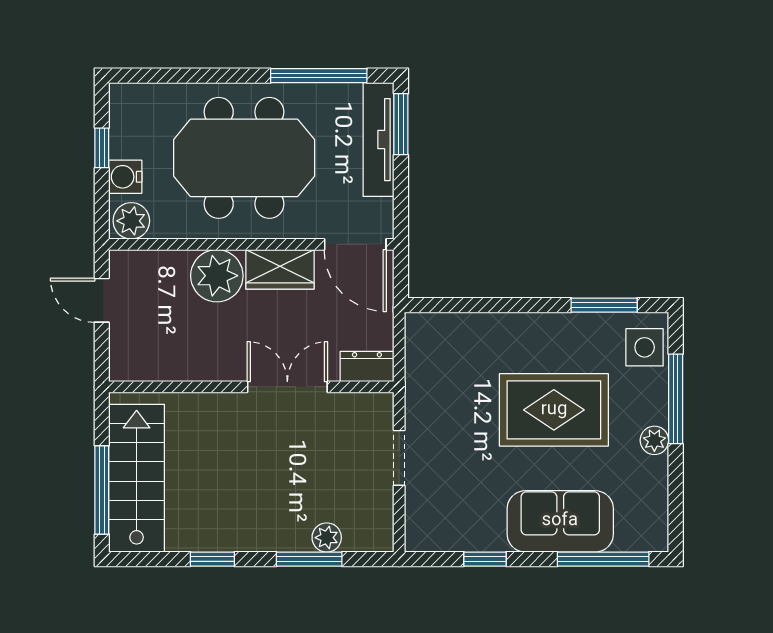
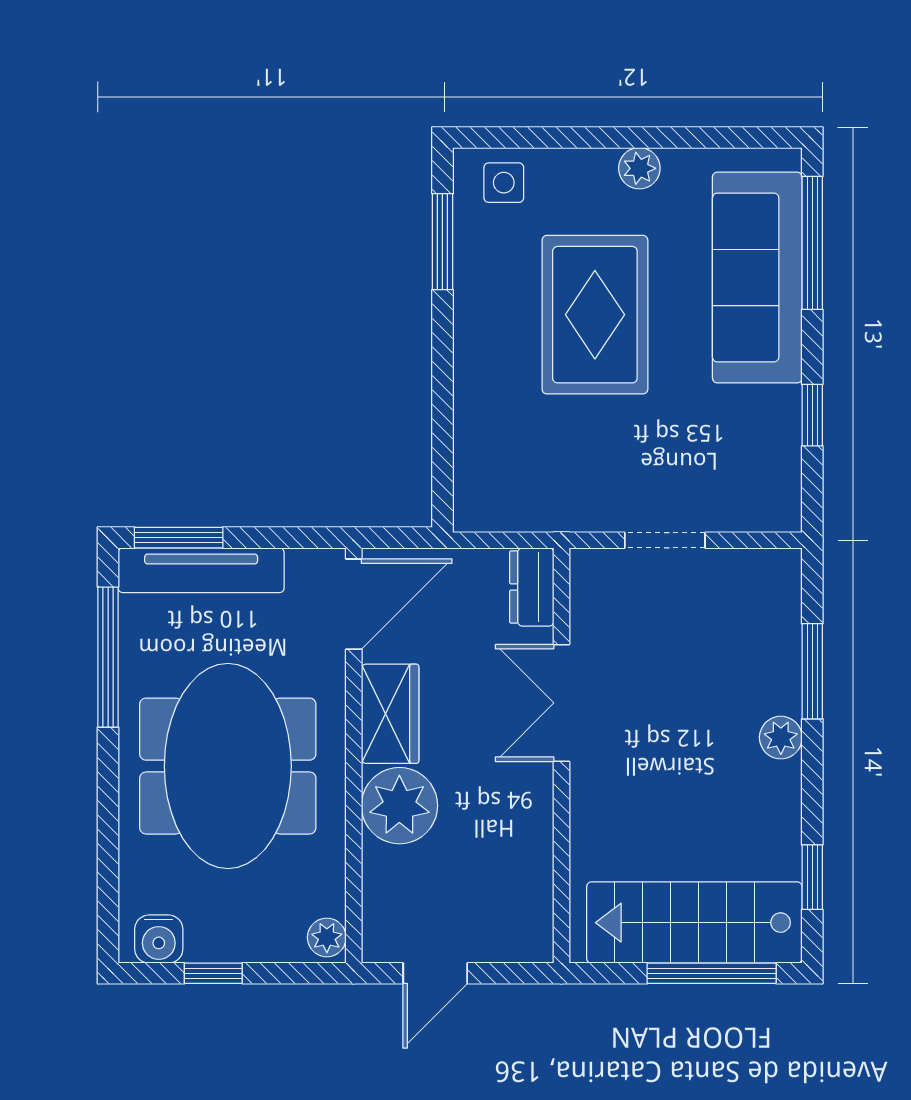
water cooler: (125, 177) -> (159, 939), moved
plant: (131, 221) -> (327, 937), width x0.73, depth x0.73
side table: (645, 347) -> (504, 183), width x0.73, depth x0.73
window: (676, 399) -> (579, 137), removed
sofa: (560, 521) -> (757, 278), width x1.36
plant: (327, 538) -> (781, 738), moved
window: (212, 559) -> (812, 877), moved

